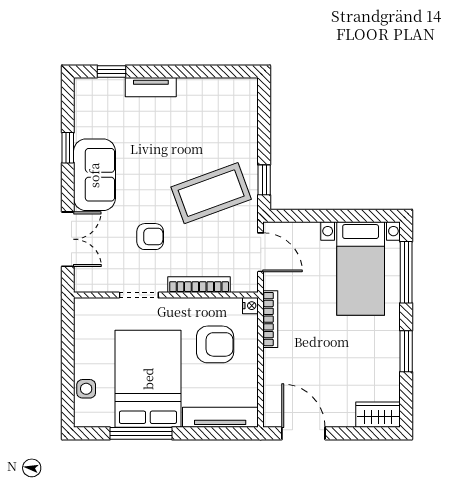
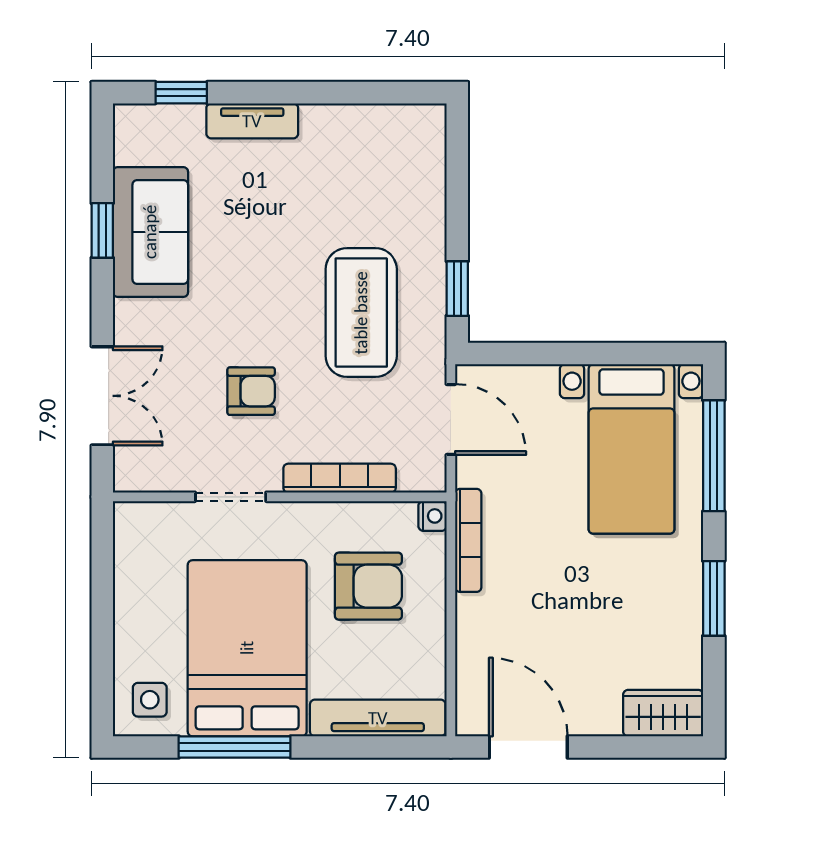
sofa: (94, 175) -> (150, 232), moved
coffee table: (211, 193) -> (361, 313), turned -70
side table: (86, 389) -> (150, 700), moved

